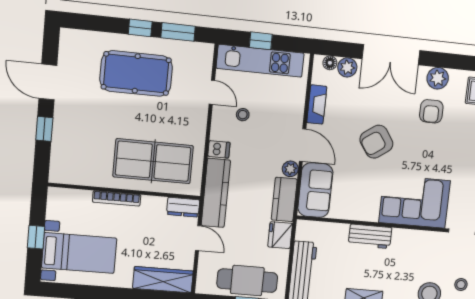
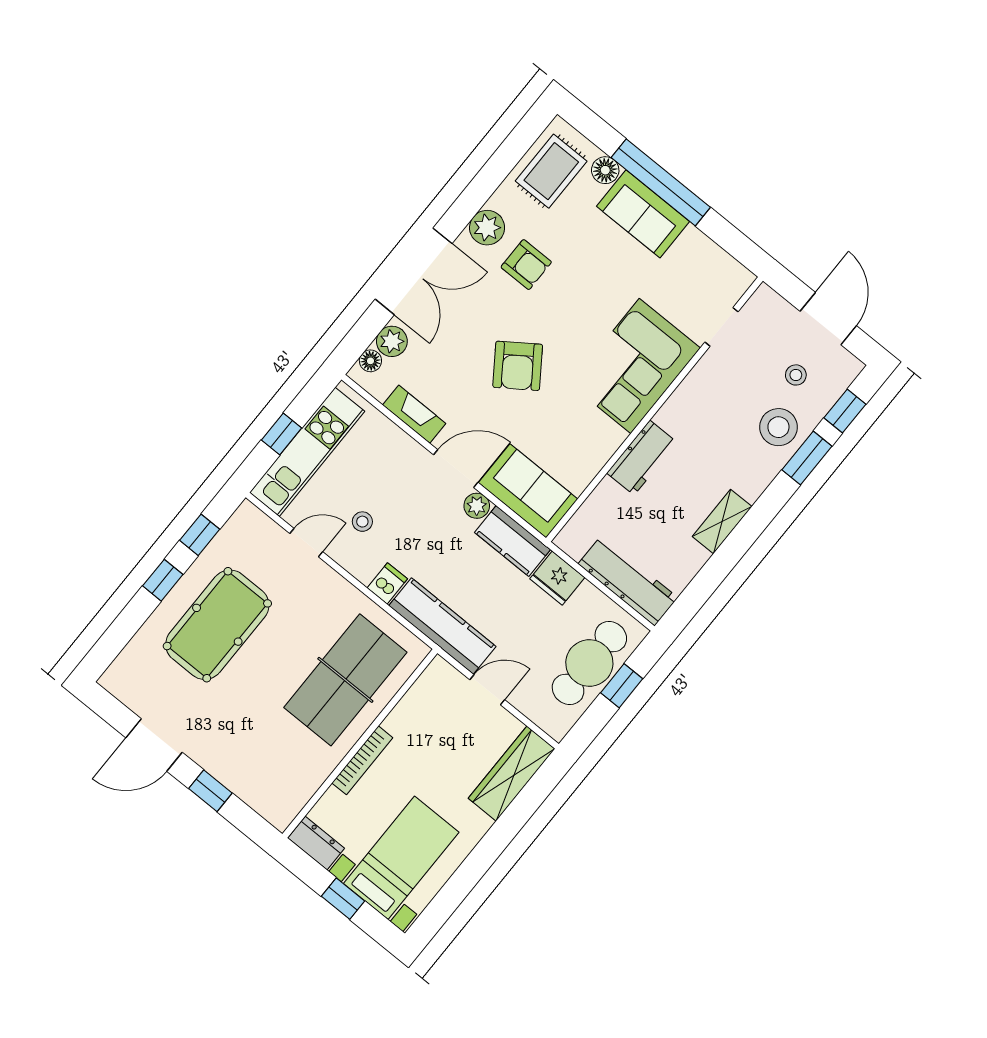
window: (178, 32) -> (200, 535), width x0.67
dresser: (183, 207) -> (316, 843), moved, turned -90

